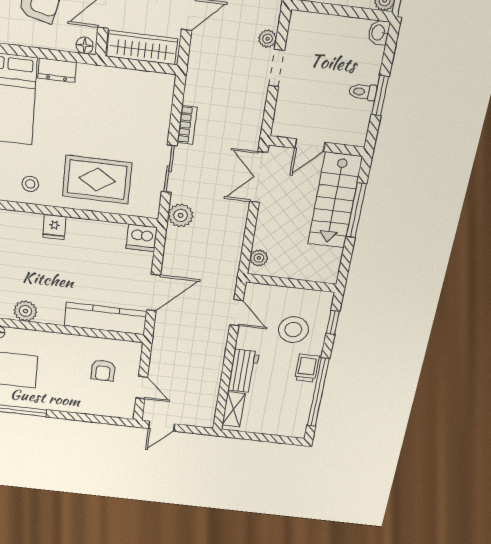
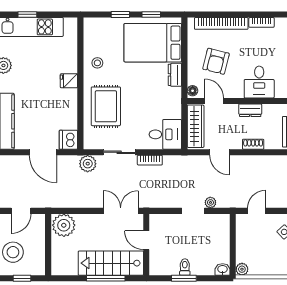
desk: (150, 97) -> (165, 134), added
plant: (259, 258) -> (64, 225), width x1.88, depth x1.88
door: (154, 292) -> (43, 152), moved

